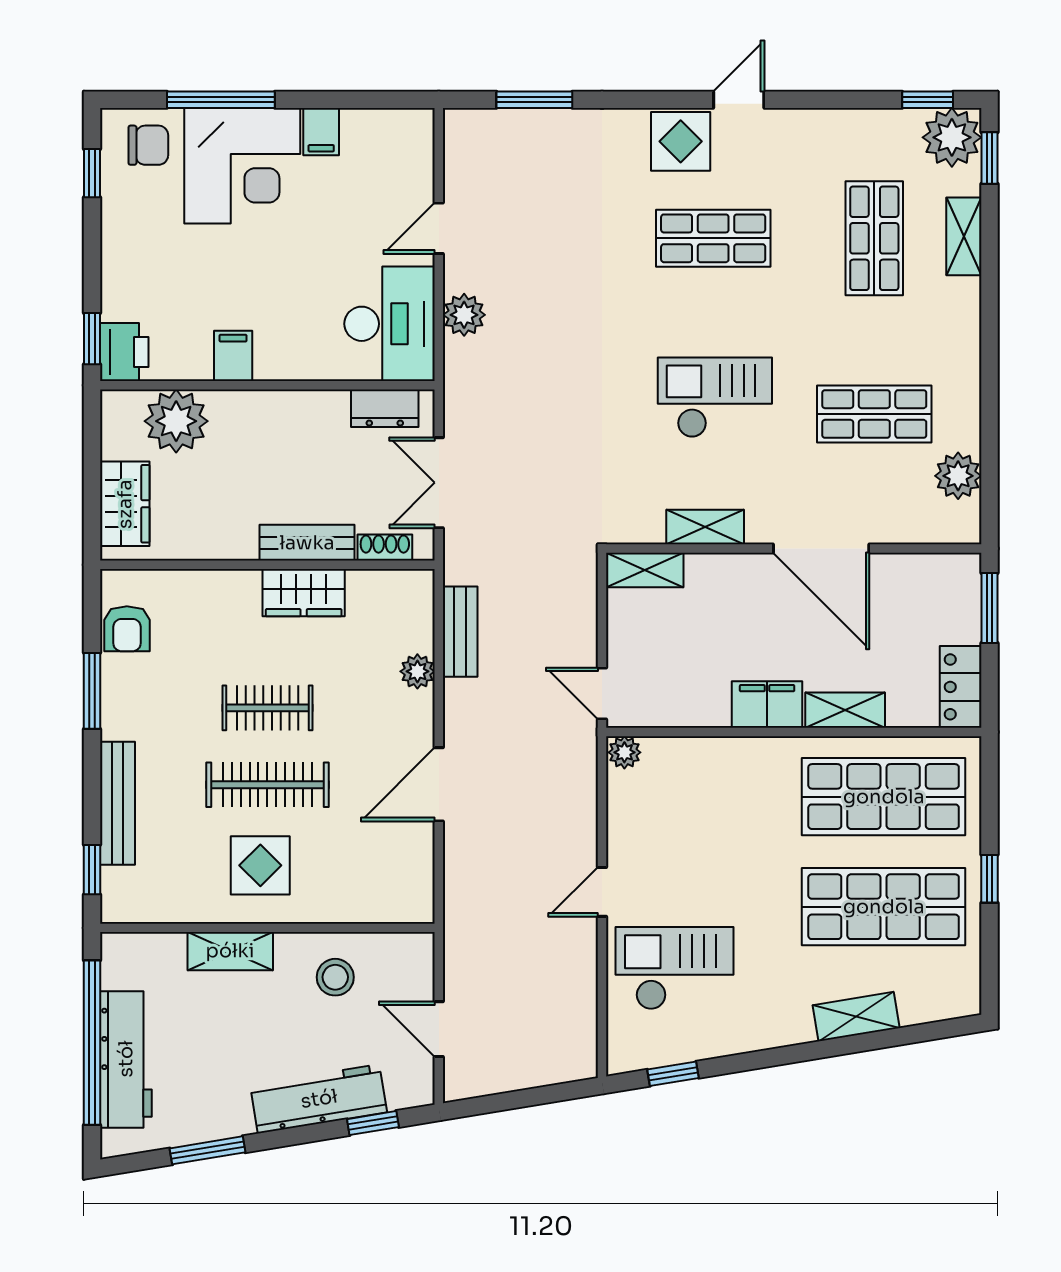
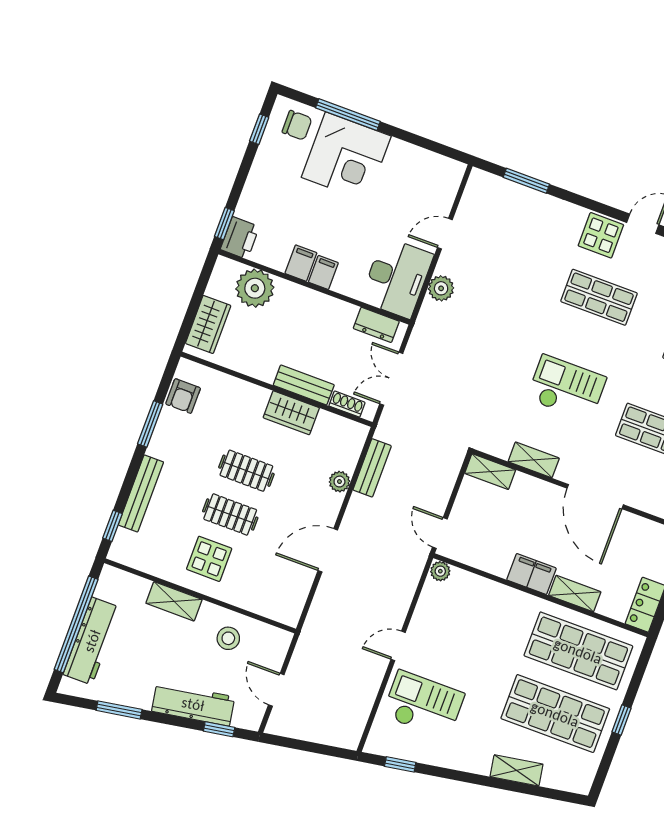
filing cabinet: (321, 132) -> (323, 272), moved, turned 180
clothes rail: (267, 785) -> (230, 514), width x0.73

